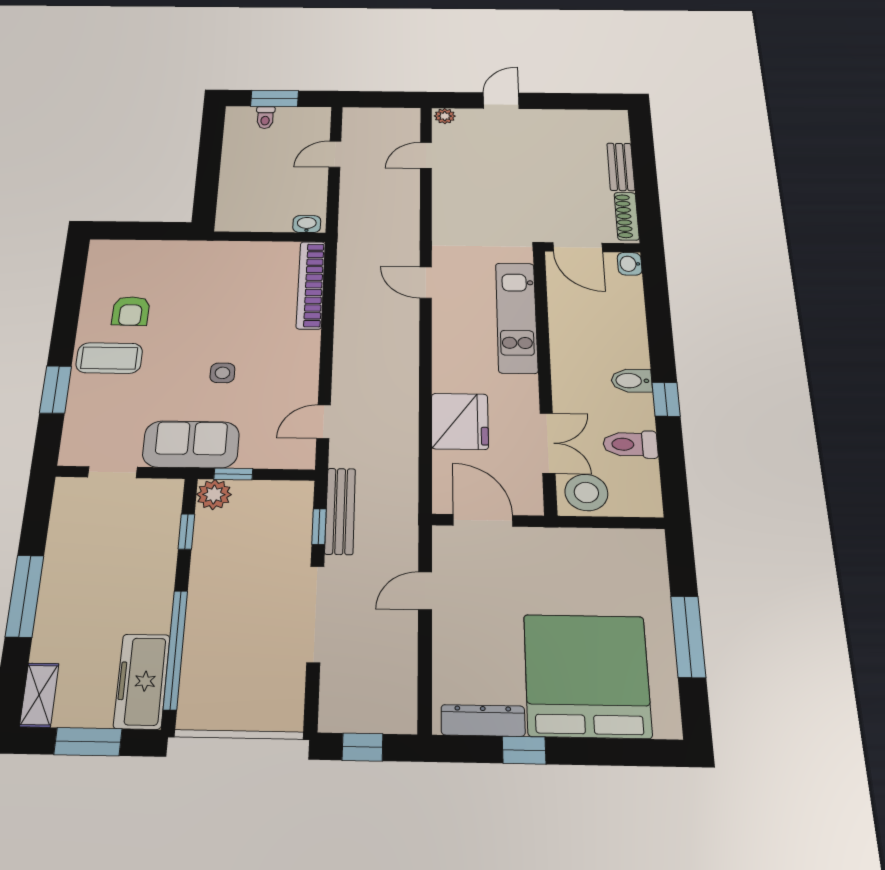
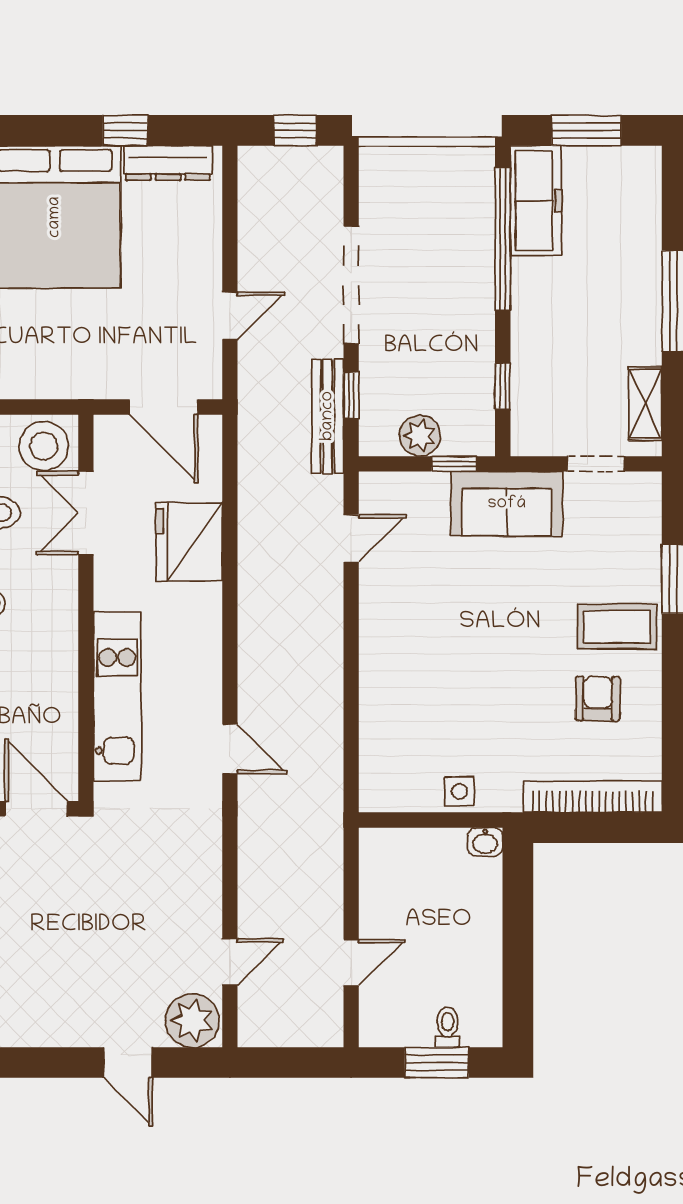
door: (501, 101) -> (128, 1063), hinge flipped
plant: (445, 116) -> (192, 1020), width x1.87, depth x1.87
washbasin: (307, 224) -> (485, 842), moved
bookcase: (311, 285) -> (593, 797), moved, turned -90
side table: (222, 373) -> (459, 791), moved
plant: (214, 494) -> (420, 436), moved
shelving: (39, 695) -> (645, 403), moved

